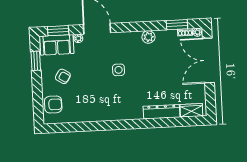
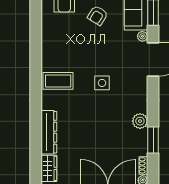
window: (177, 25) -> (153, 140), moved
coffee table: (119, 106) -> (58, 81), added

